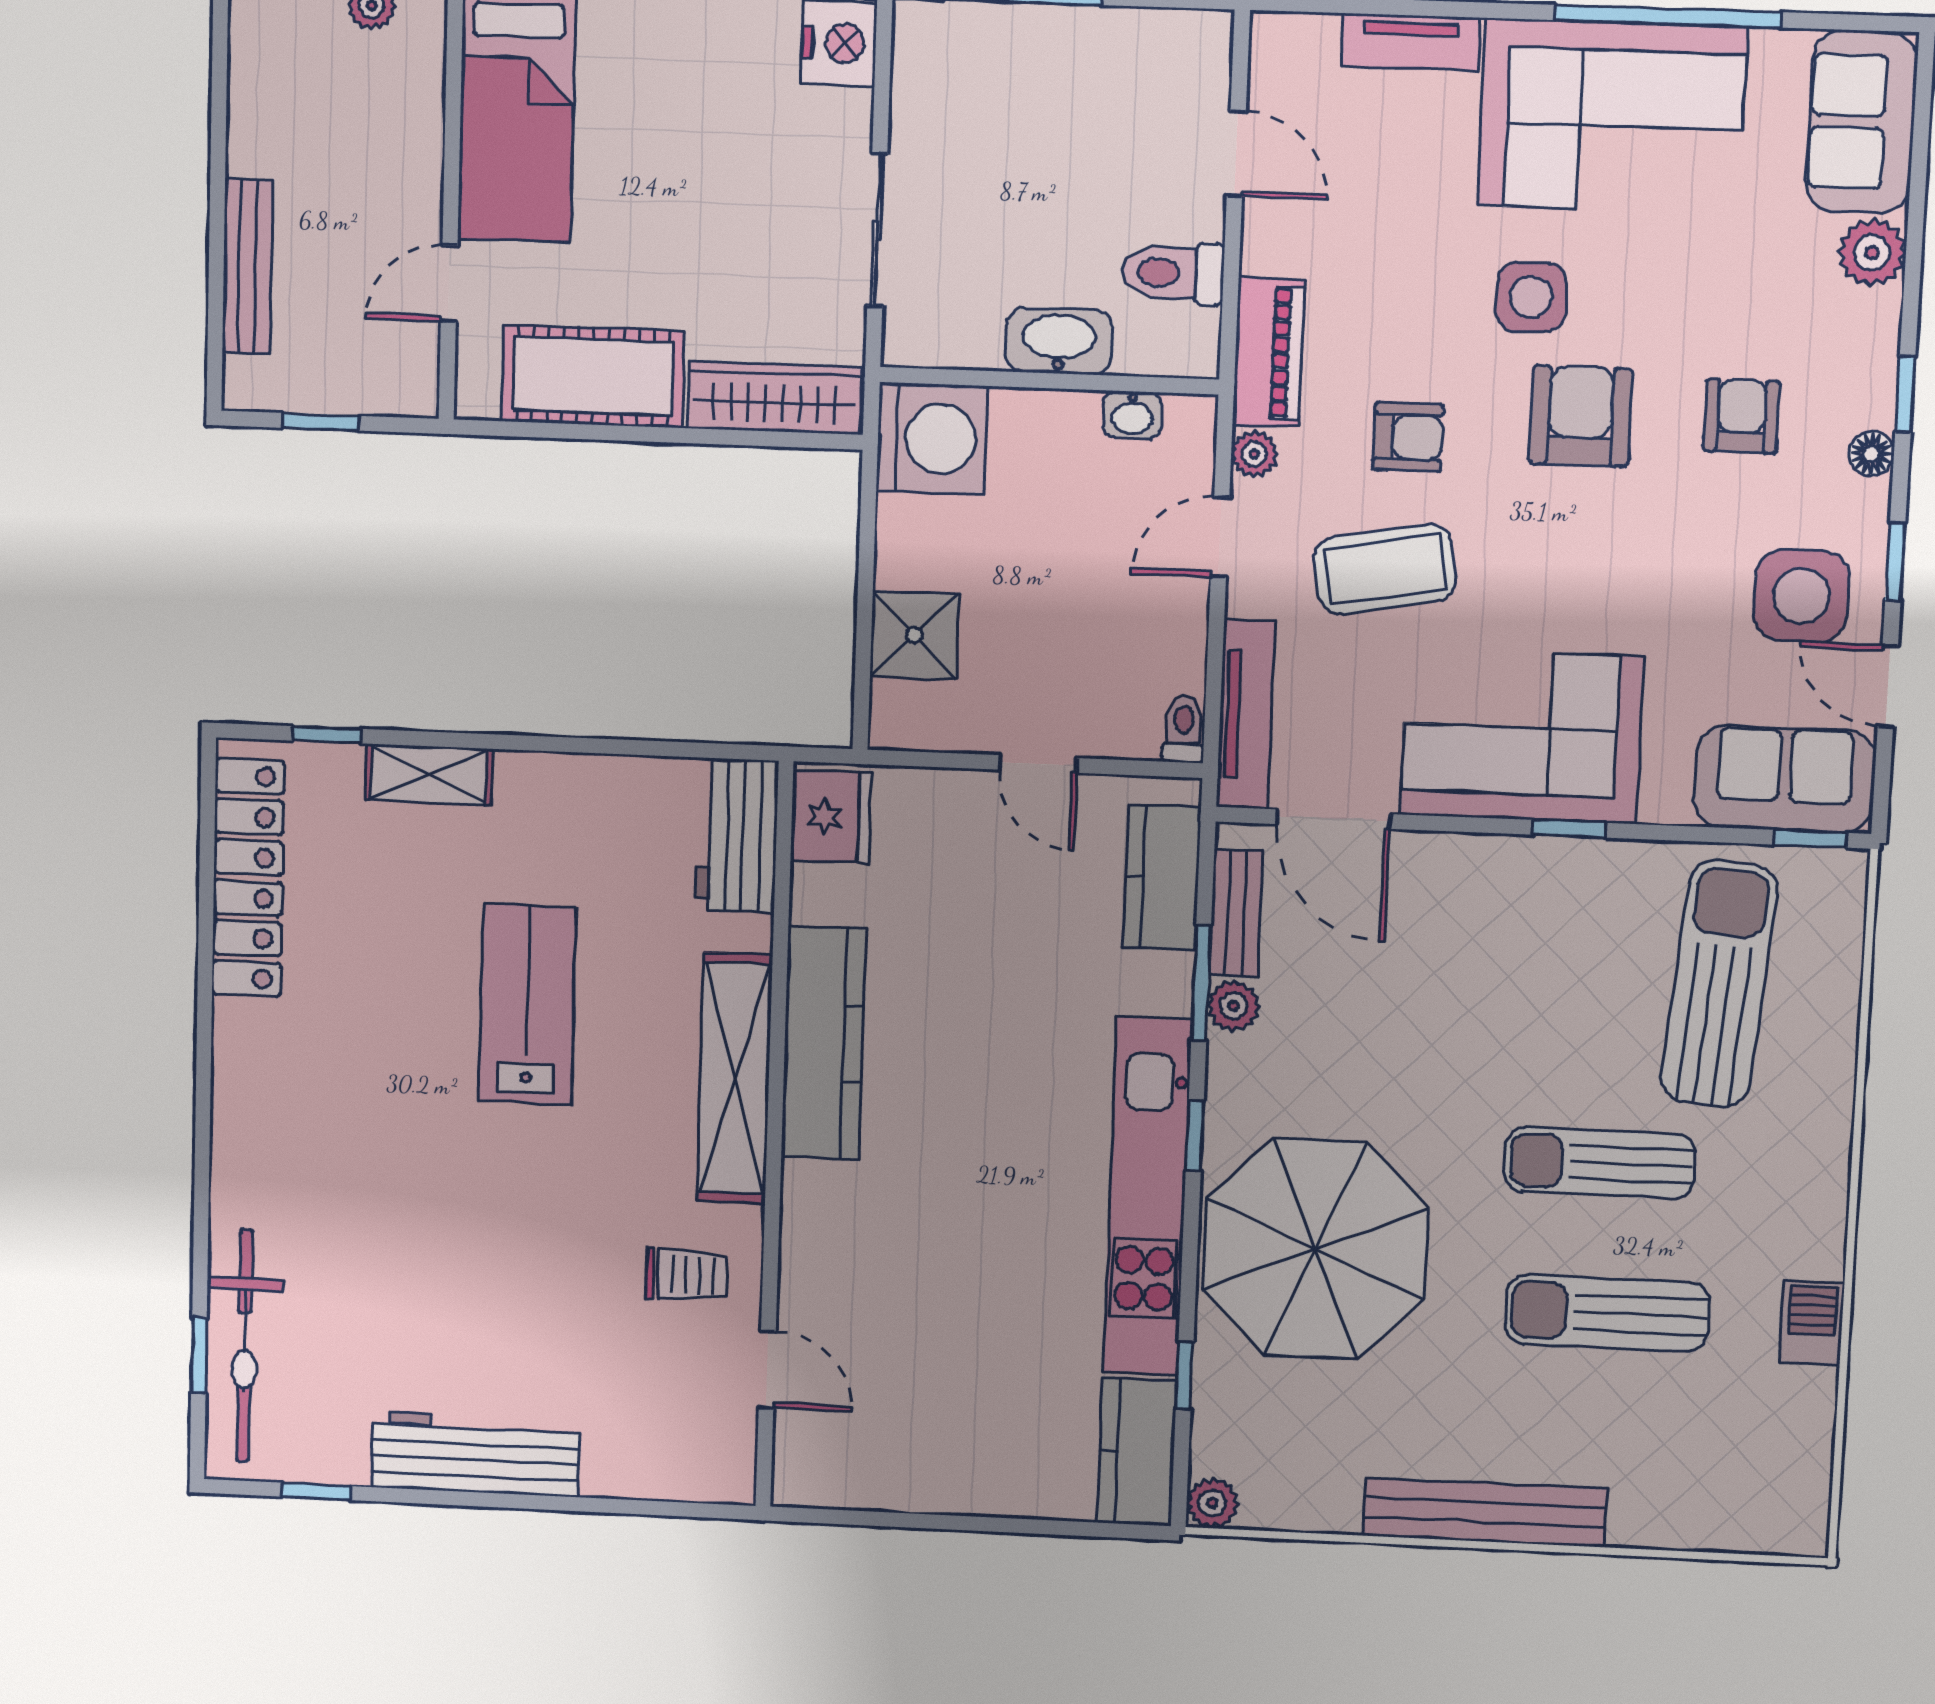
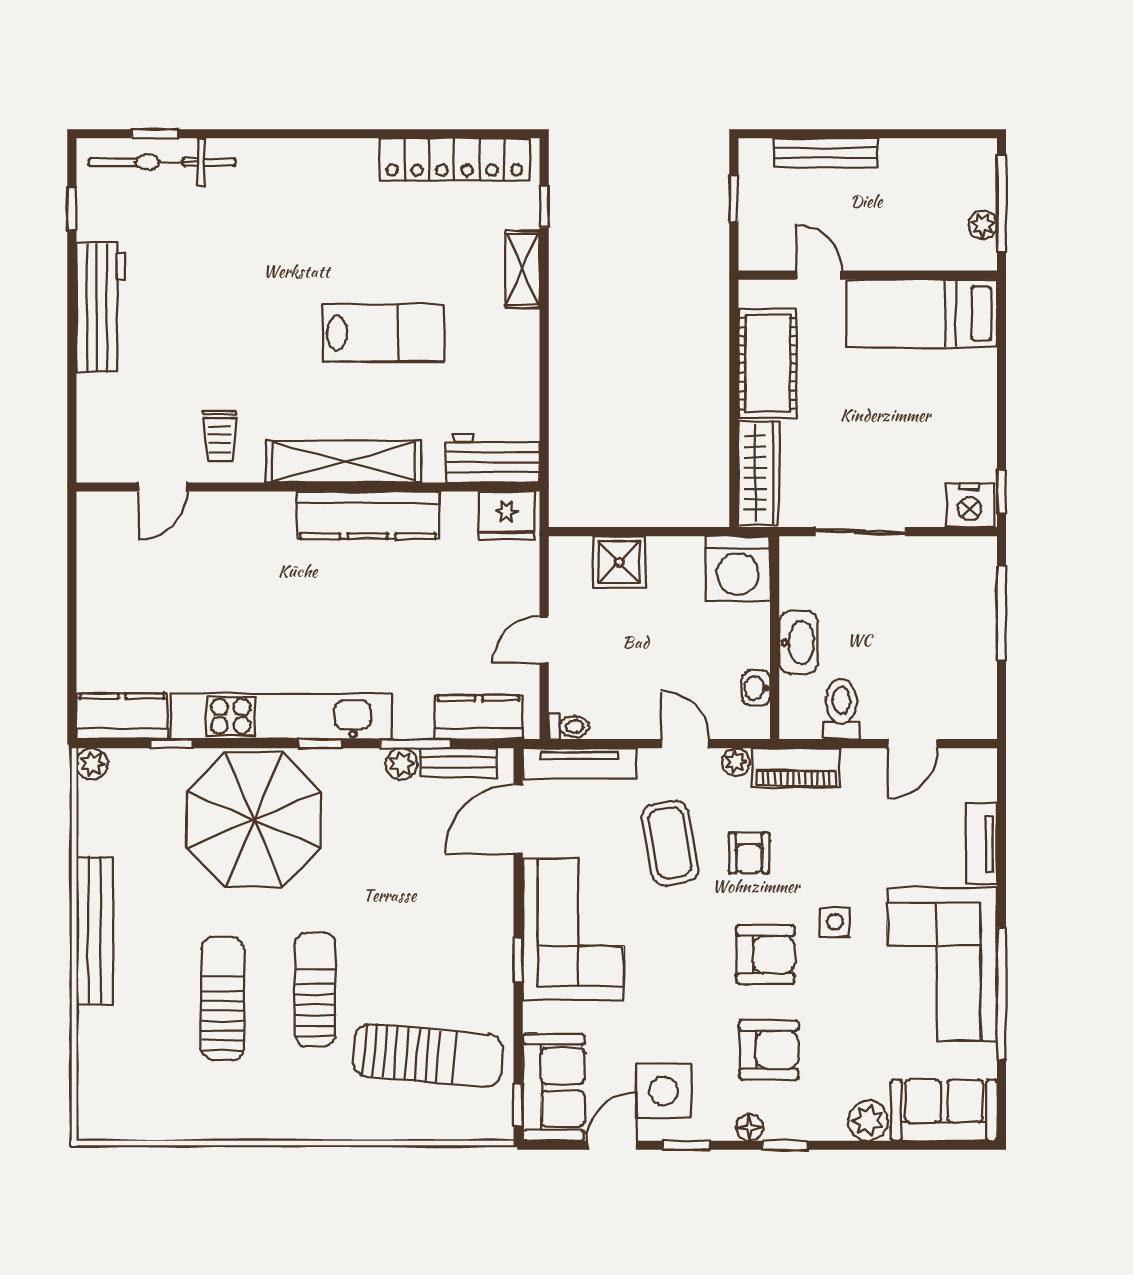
side table: (1531, 297) -> (835, 922), width x0.73, depth x0.73
armchair: (1742, 416) -> (769, 1050), width x1.38, depth x1.38
barbecue: (1812, 1323) -> (222, 1122), removed

